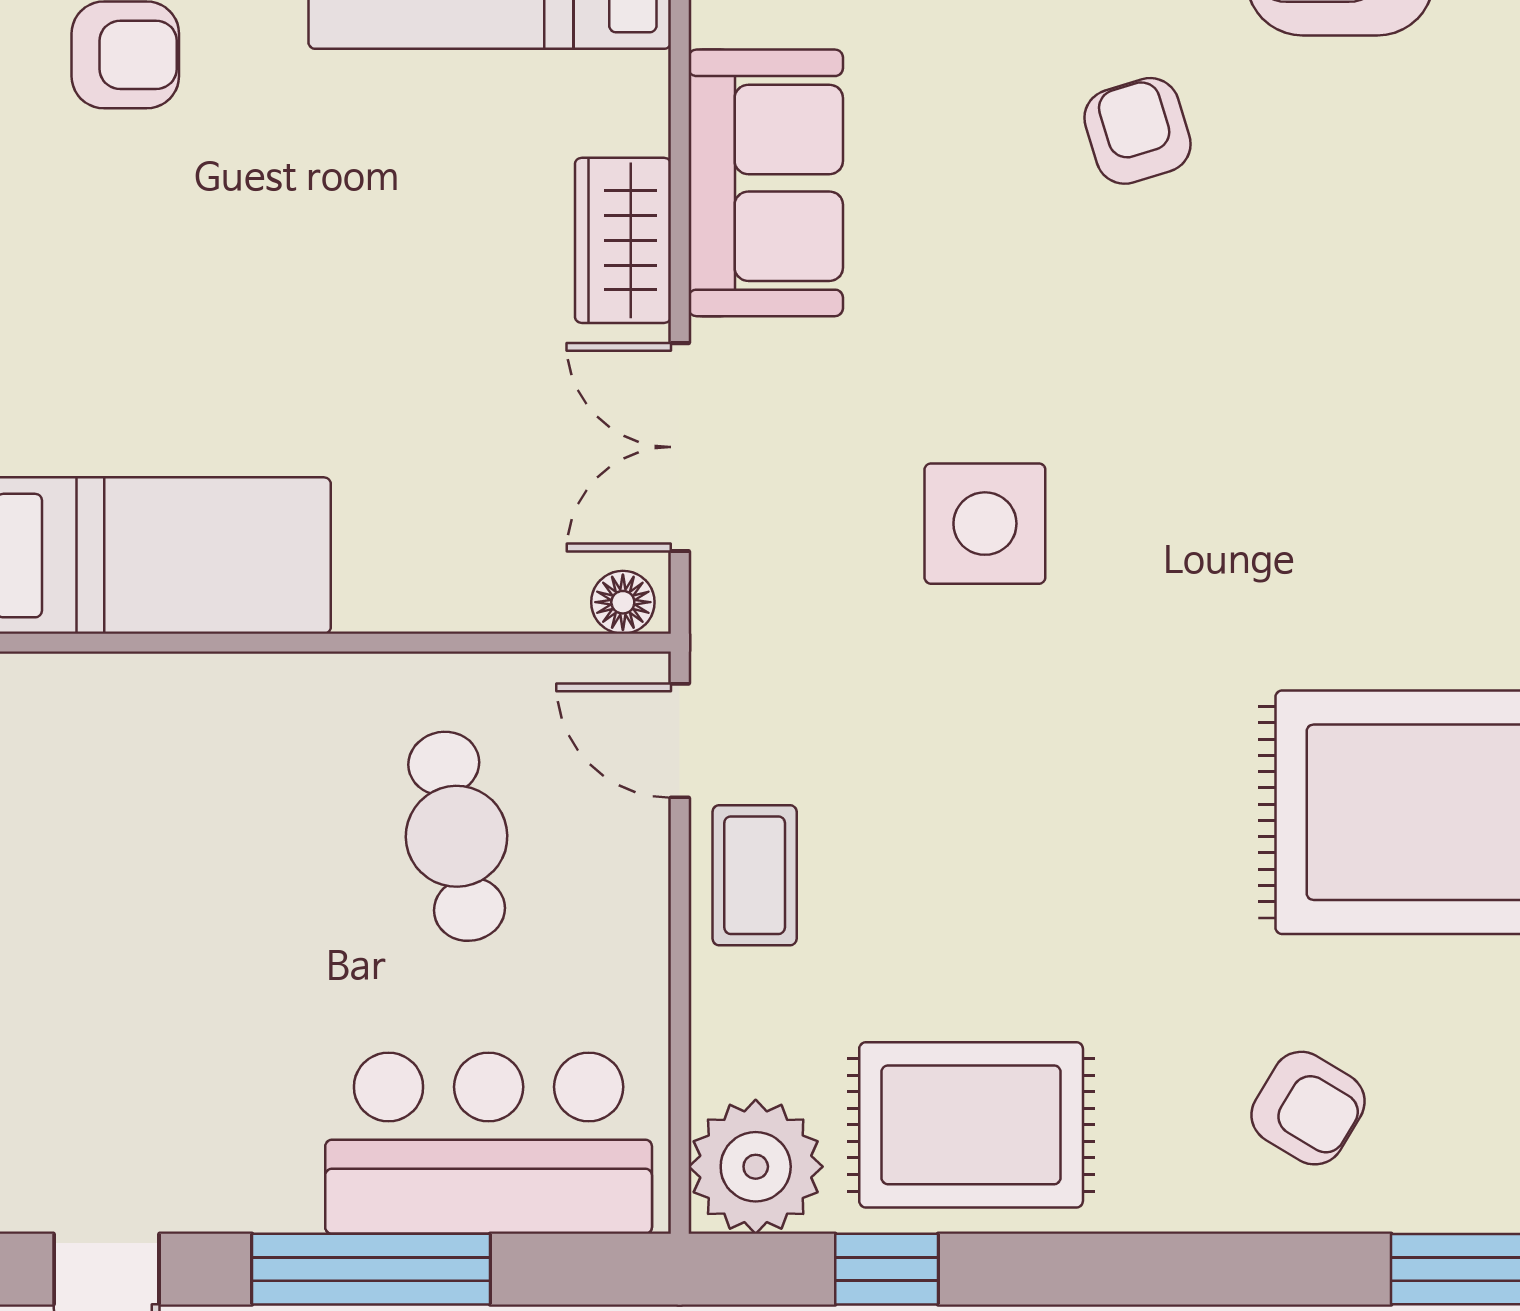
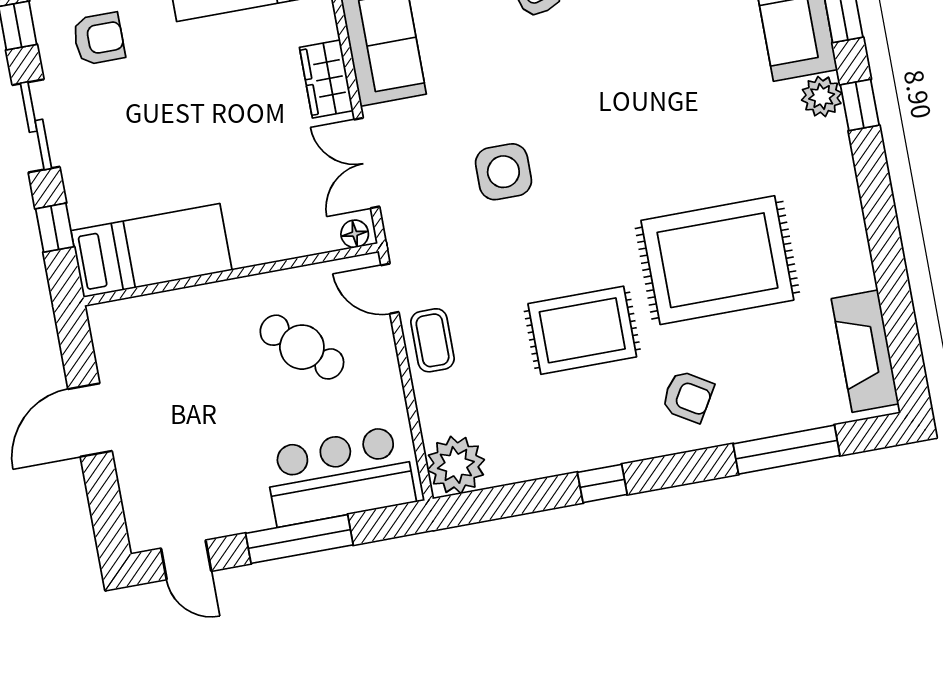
cafe table: (457, 836) -> (302, 347), turned -38
rug: (971, 1125) -> (582, 330), moved
window: (887, 1269) -> (602, 483), moved

